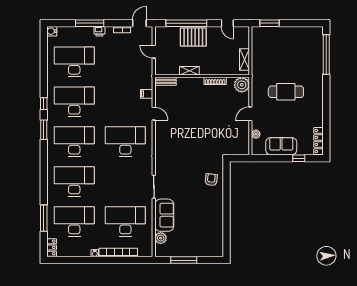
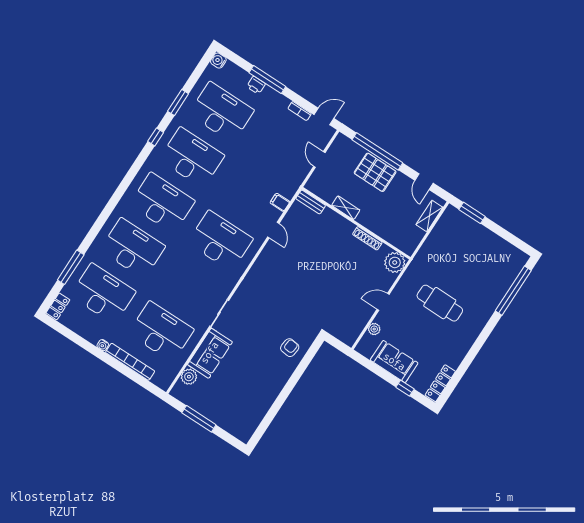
printer: (99, 31) -> (256, 85), moved
shelving: (244, 59) -> (429, 216), moved
window: (44, 130) -> (178, 102), moved

